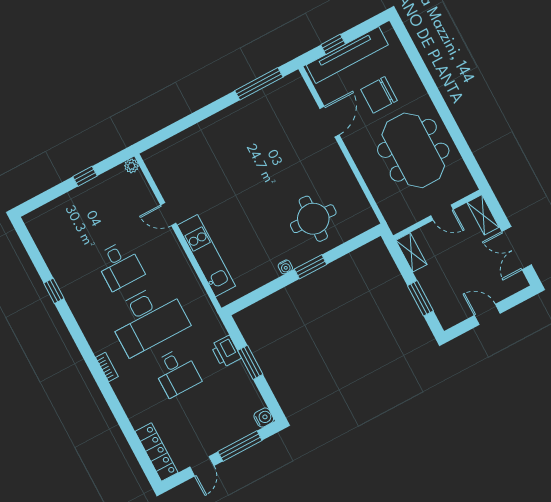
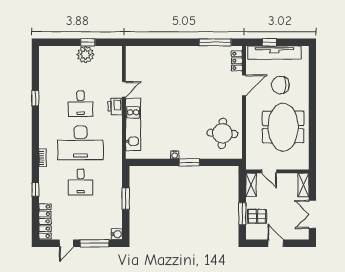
locker: (302, 93) -> (237, 61), added
plant: (131, 166) -> (85, 54), moved, width x1.87, depth x1.87
door: (442, 213) -> (269, 171), moved
door: (168, 214) -> (124, 89), swing flipped
round table: (313, 219) -> (222, 133), moved
pallet: (442, 291) -> (257, 216), added
printer: (226, 351) -> (115, 107), moved
window: (120, 415) -> (35, 189), added

